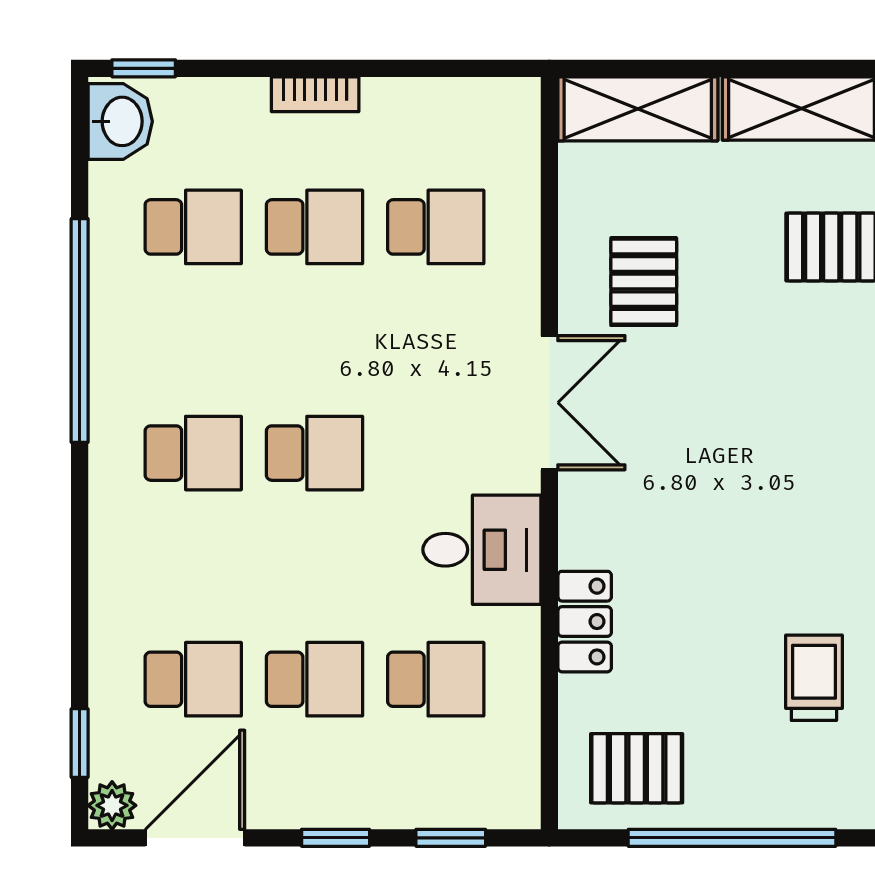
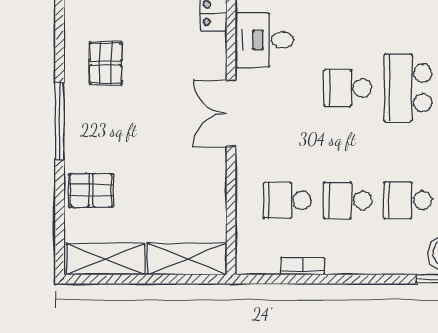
bookcase: (315, 94) -> (303, 266), moved
pallet: (644, 282) -> (106, 63), moved
school desk: (193, 453) -> (408, 88), width x1.85

